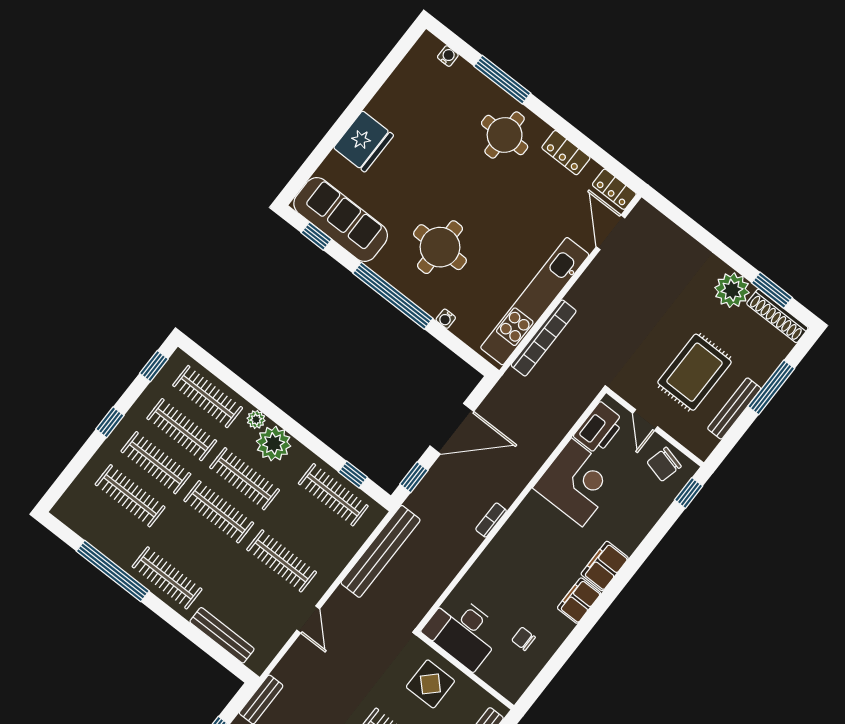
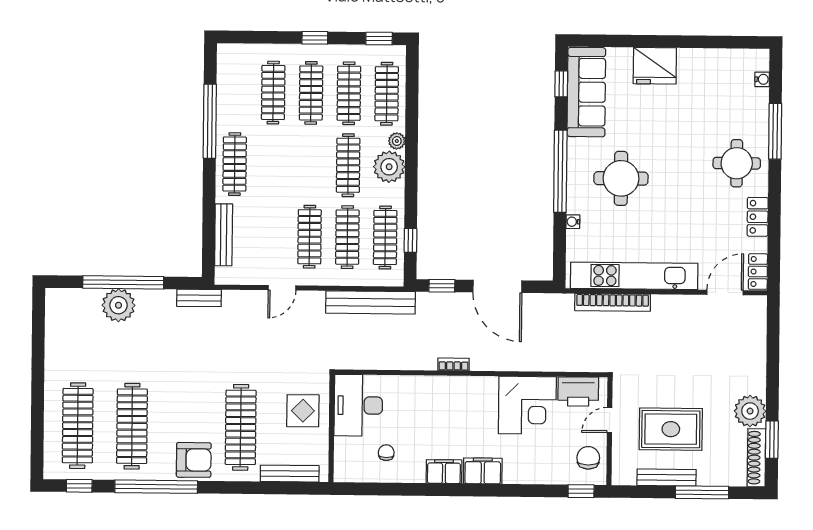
chair: (664, 464) -> (588, 458), turned 76
clothes rail: (219, 512) -> (347, 237), moved

